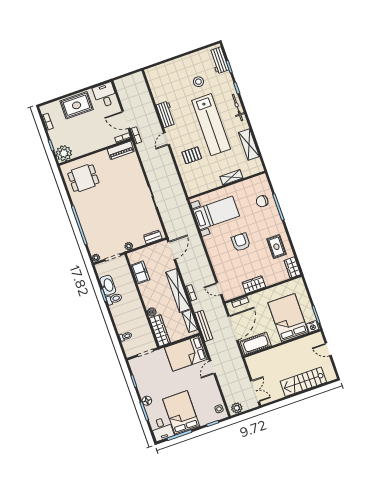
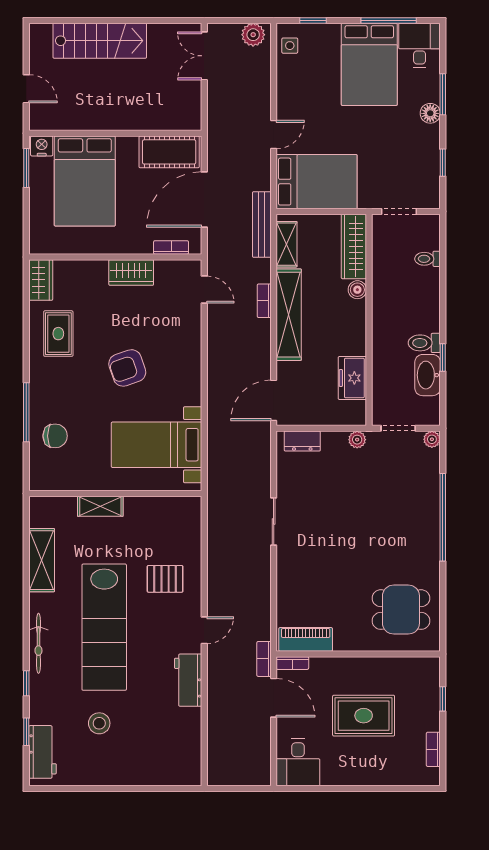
rug: (77, 105) -> (364, 716), moved
lab bench: (211, 125) -> (104, 627), turned 180
plant: (64, 153) -> (423, 674), removed
armchair: (241, 242) -> (127, 368), turned 71

